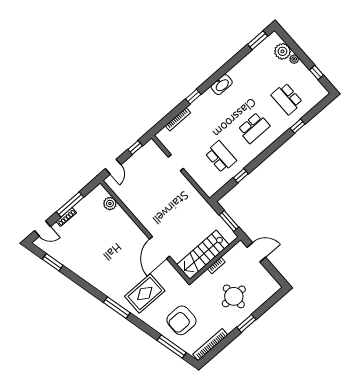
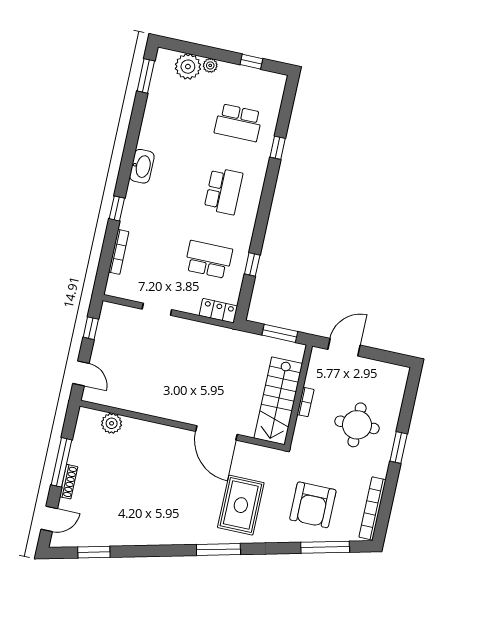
locker: (206, 187) -> (218, 311), added

